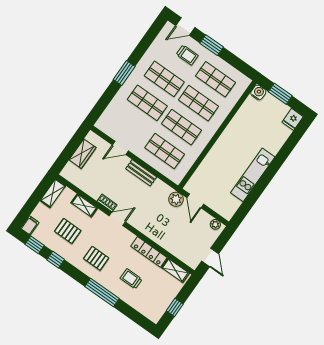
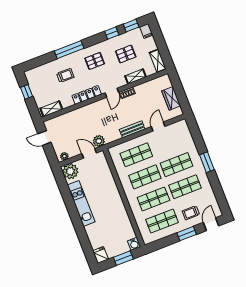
plant: (227, 208) -> (70, 171), added
locker: (149, 252) -> (87, 95), moved

